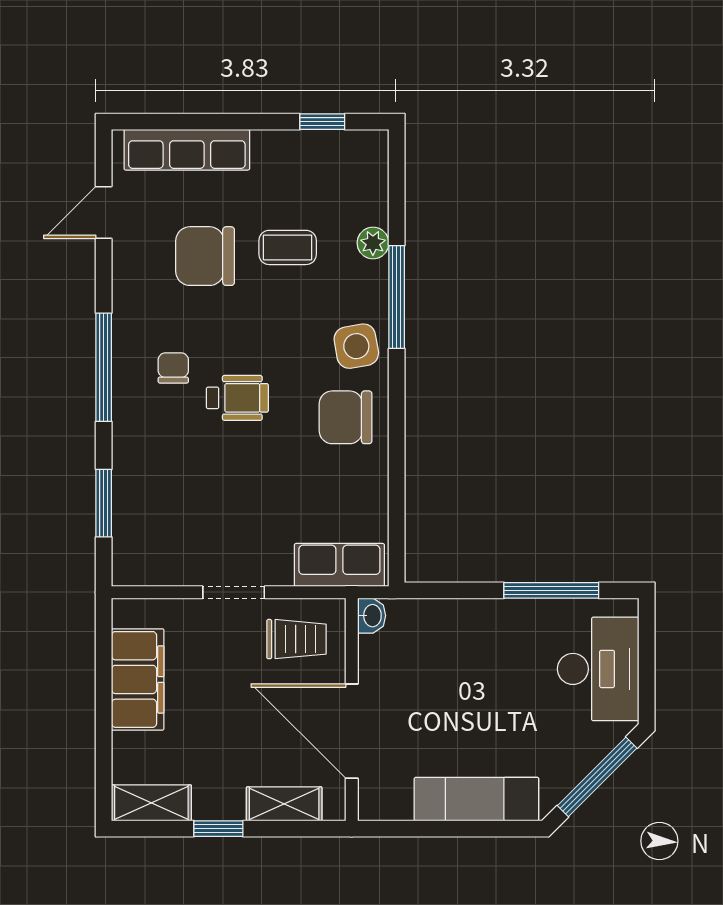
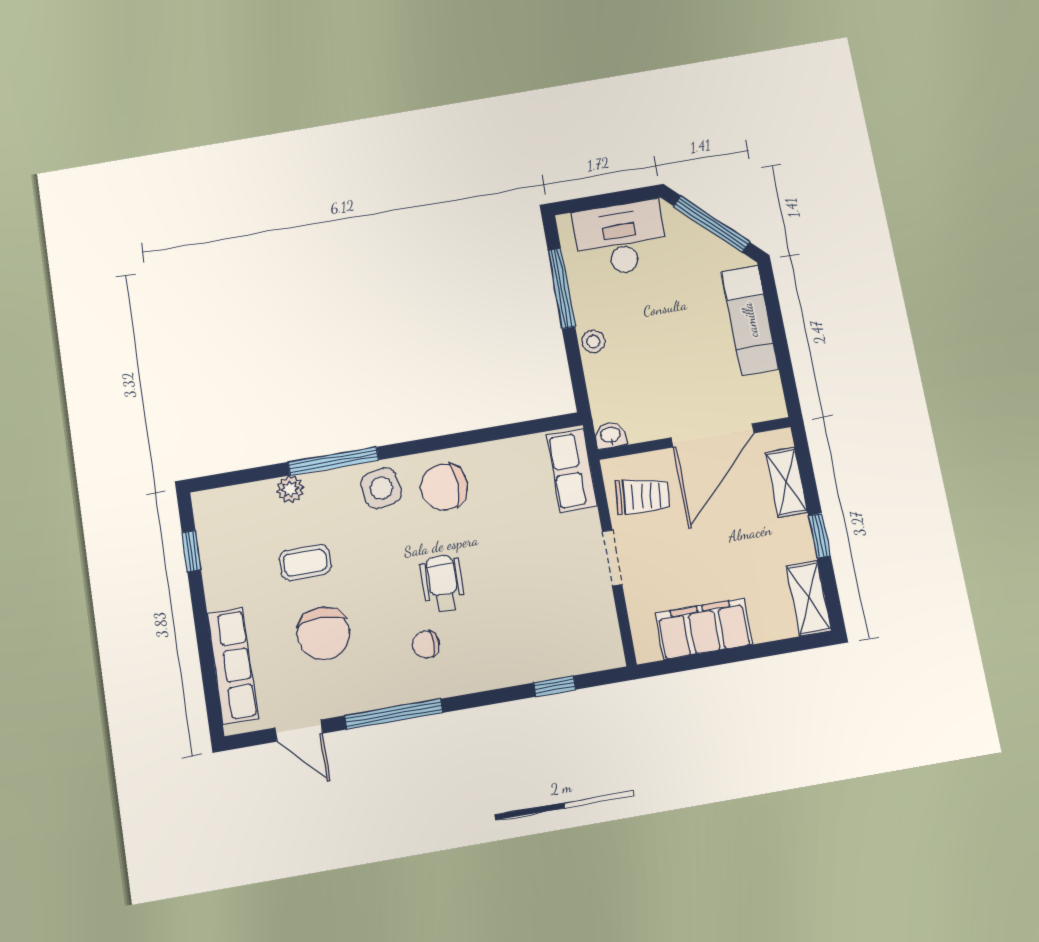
coffee table: (288, 247) -> (305, 562), turned 90
window: (104, 367) -> (393, 714), moved
chair: (346, 417) -> (444, 487), turned 90
window: (104, 503) -> (555, 686), width x0.67
stool: (483, 616) -> (593, 341), added
trolley: (296, 639) -> (643, 496), turned 96

